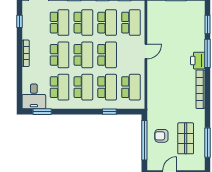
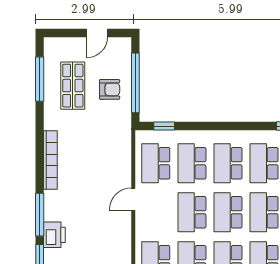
door: (146, 51) -> (133, 199), moved
printer: (198, 61) -> (54, 235), moved
window: (109, 112) -> (164, 126), moved

